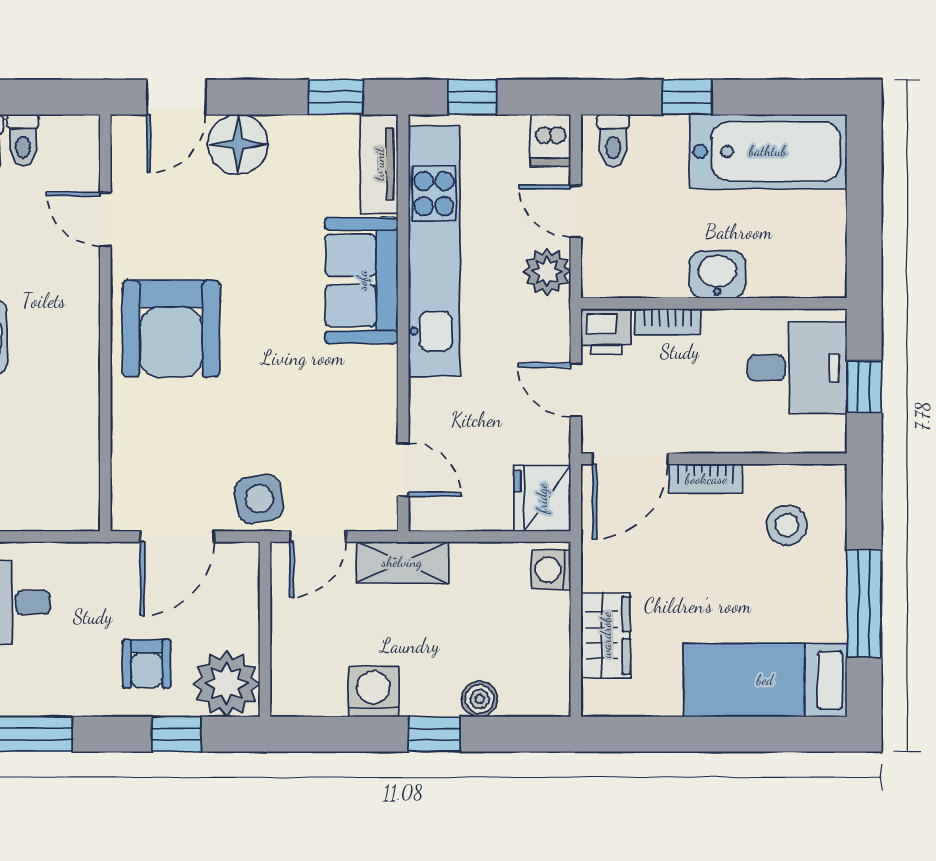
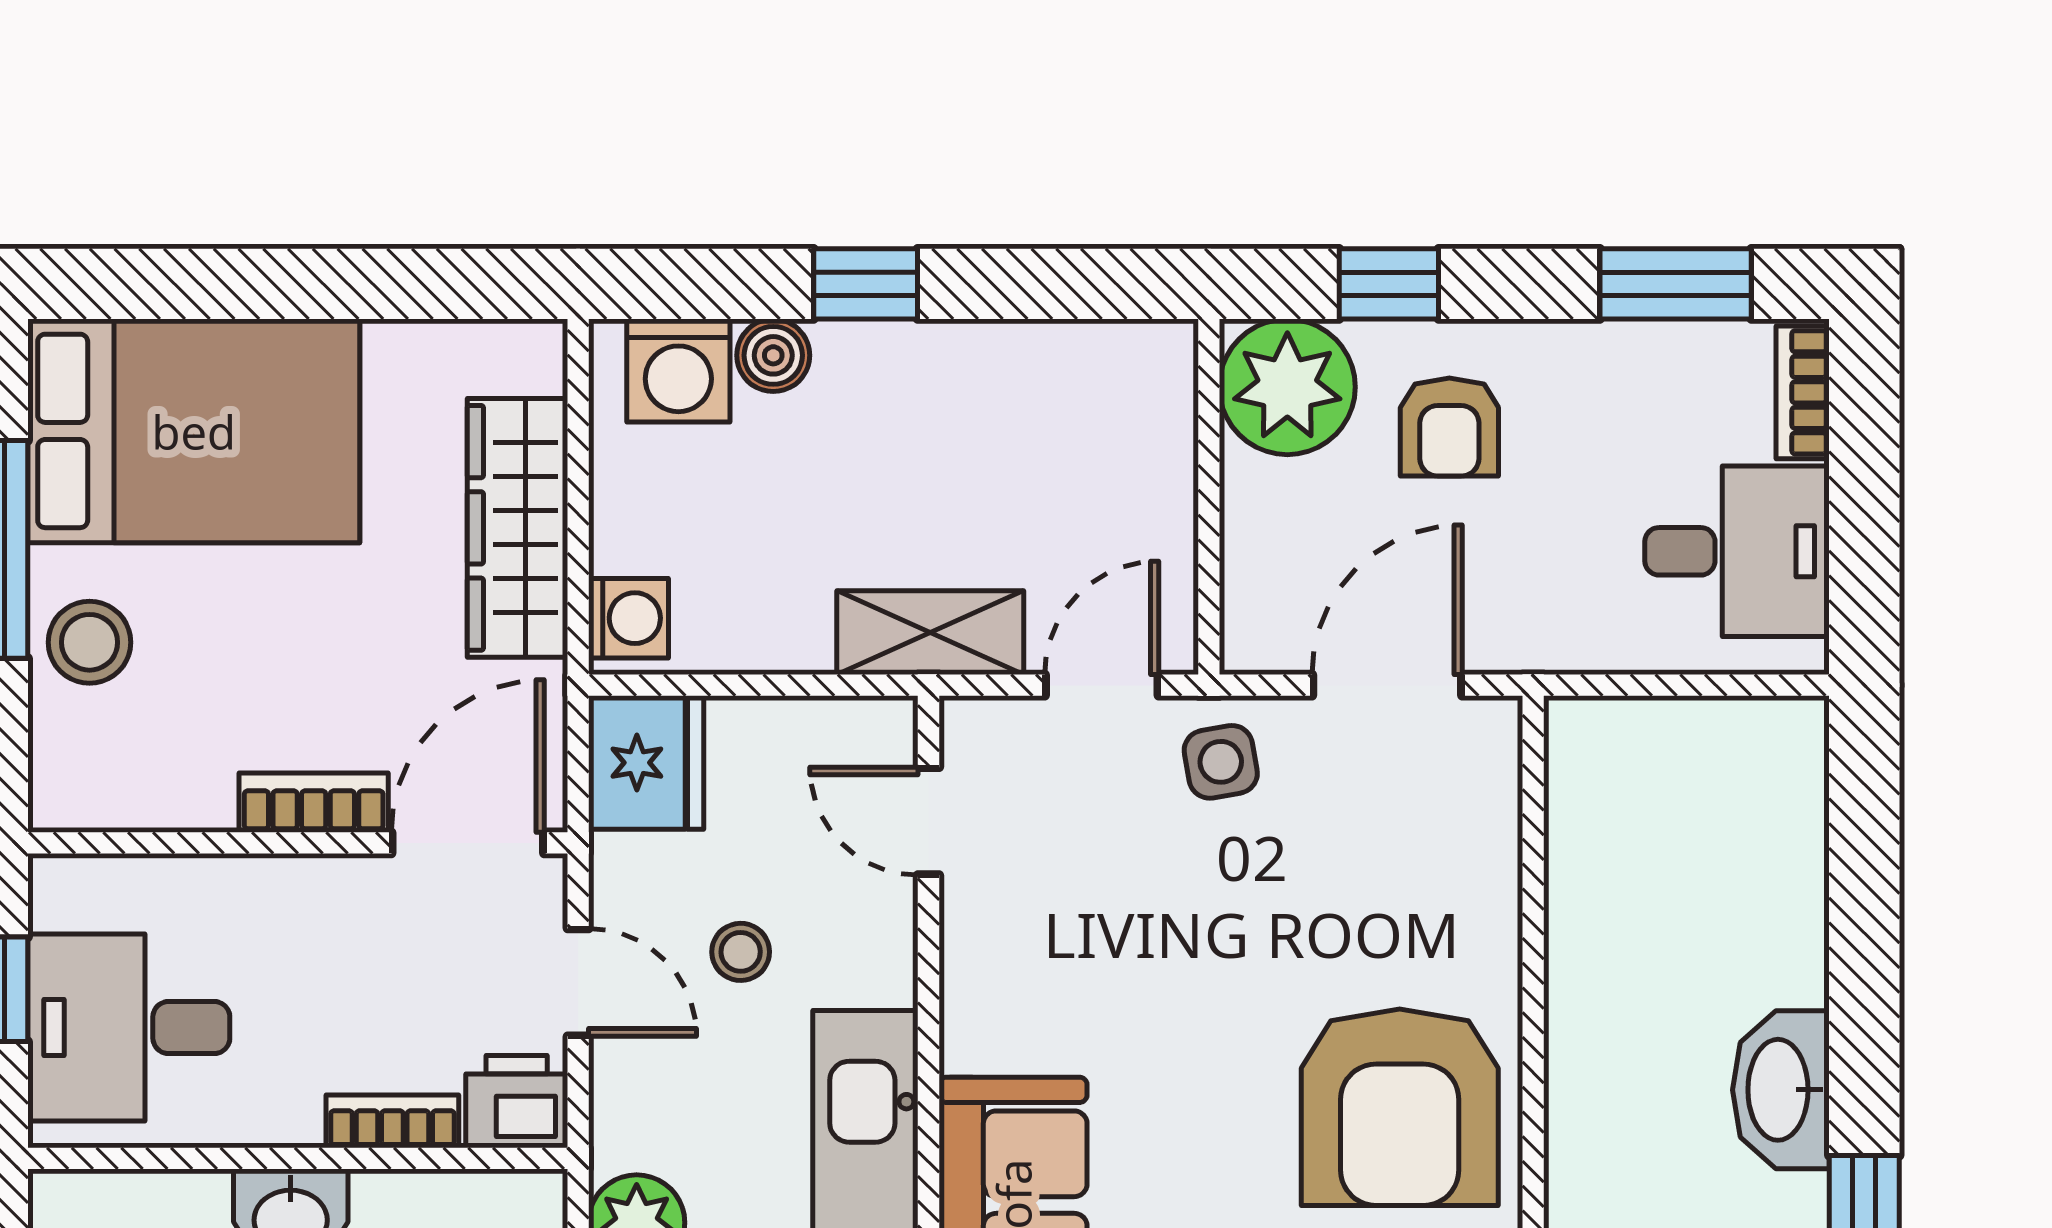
armchair: (171, 329) -> (1400, 1107), turned 180
stool: (496, 405) -> (741, 952), added
side table: (259, 499) -> (1221, 762), width x0.73, depth x0.73
stool: (787, 525) -> (90, 642), moved
wardrobe: (606, 635) -> (517, 528), width x1.50
armchair: (147, 664) -> (1449, 427), turned 180
bed: (765, 680) -> (194, 431), width x1.50
washing machine: (373, 691) -> (678, 371), moved

